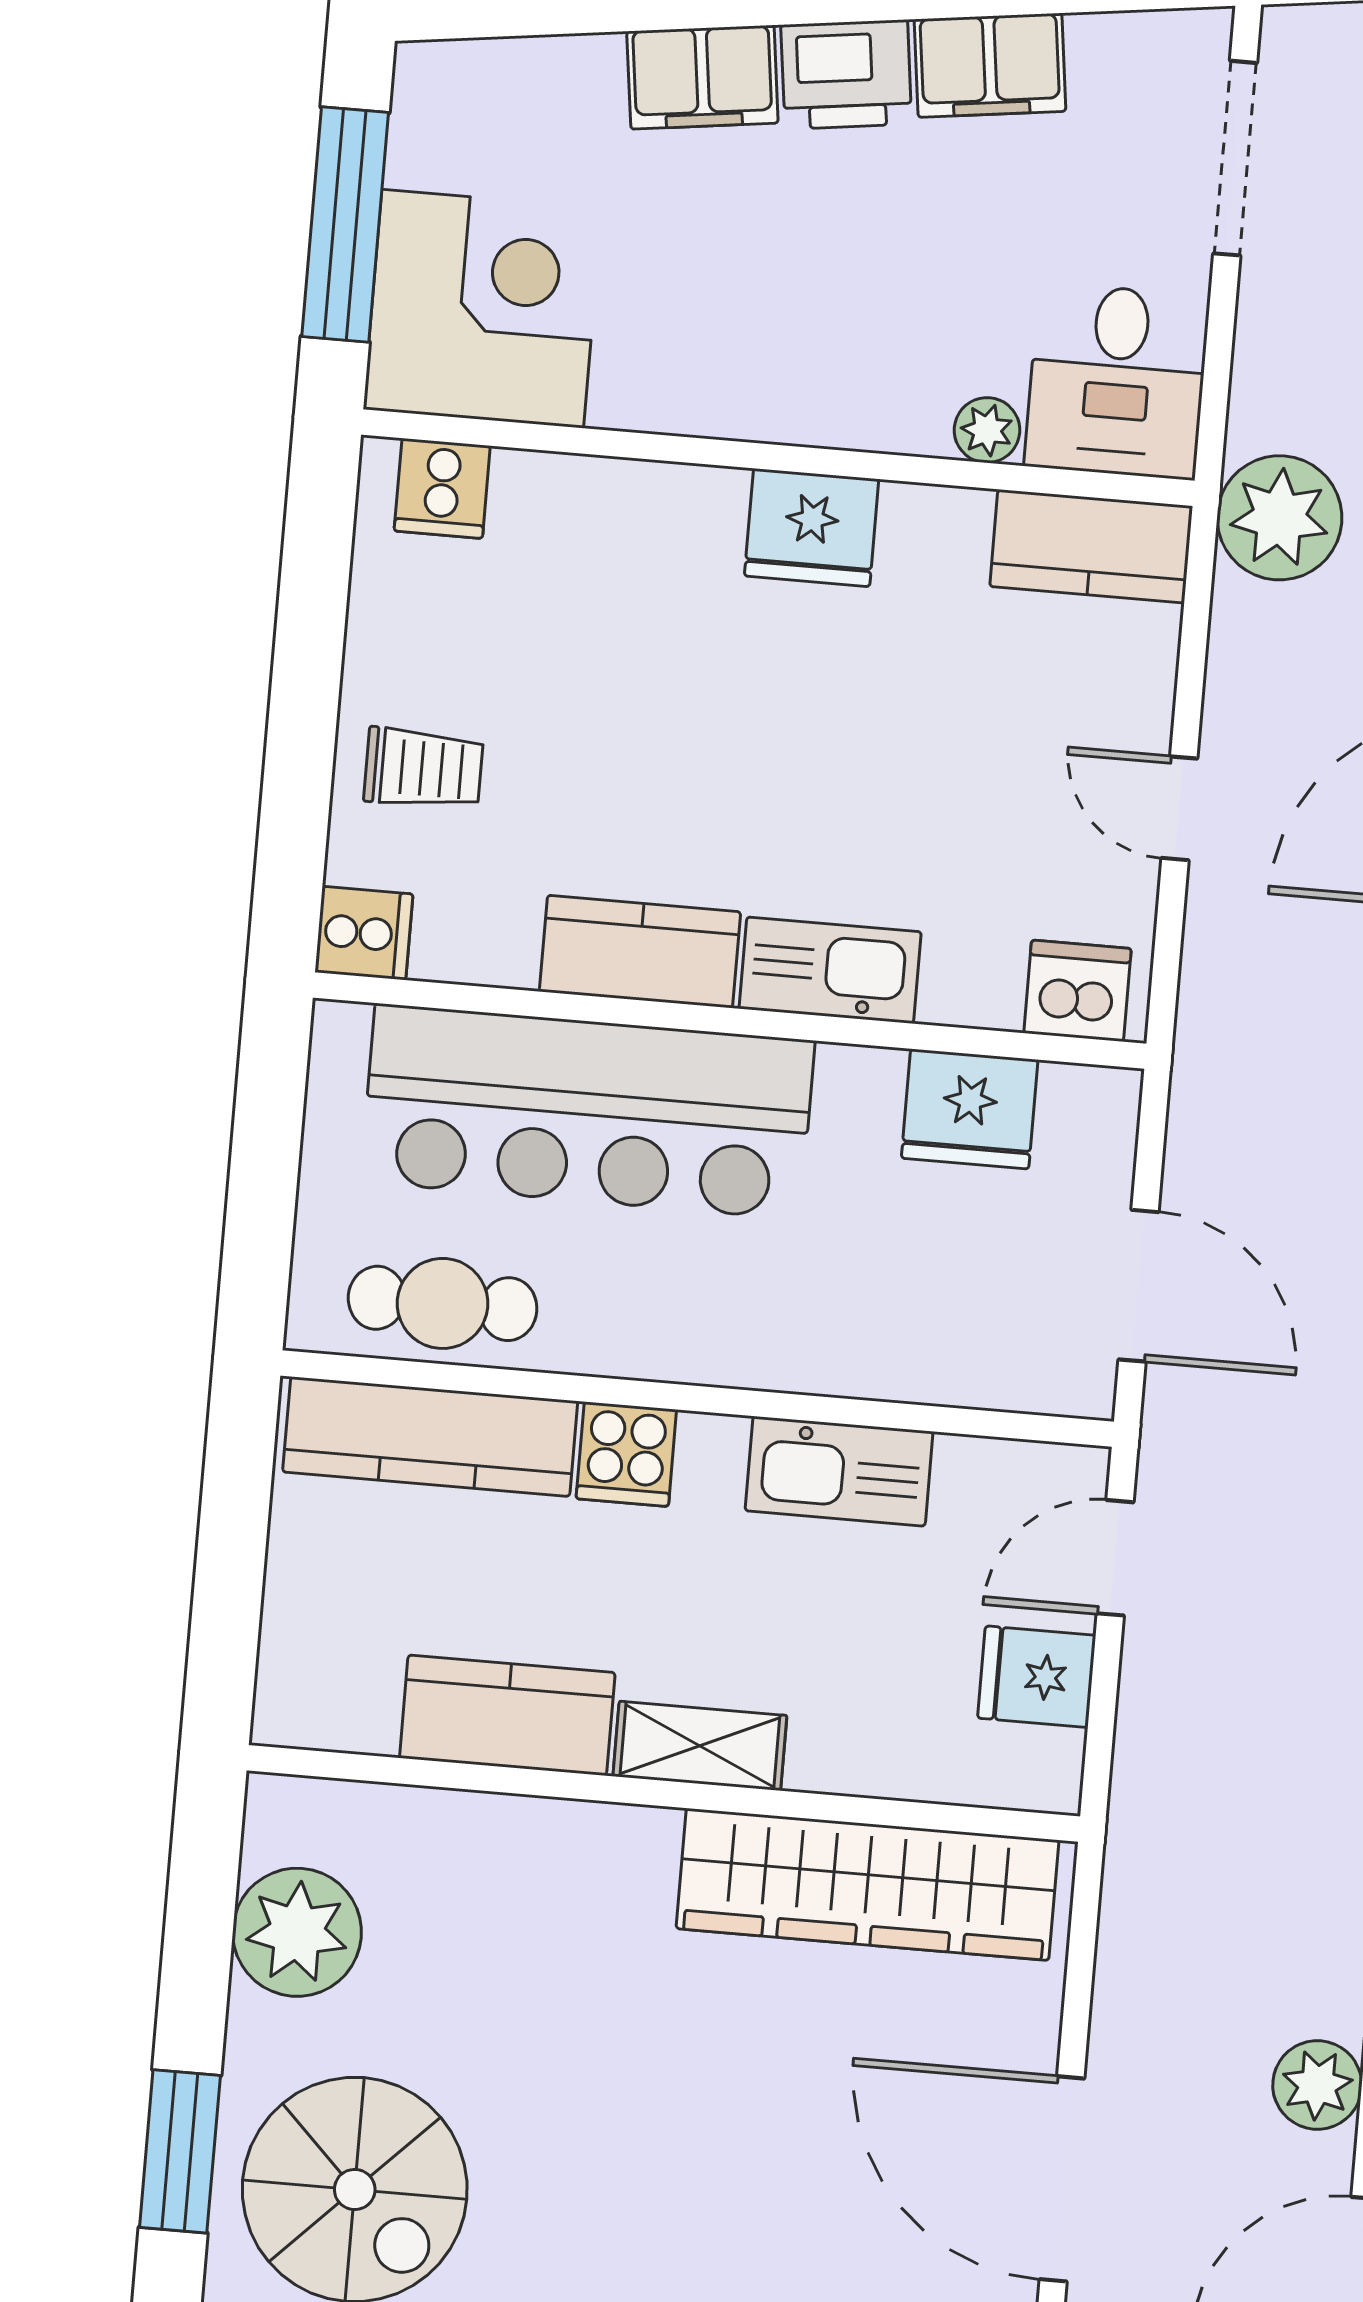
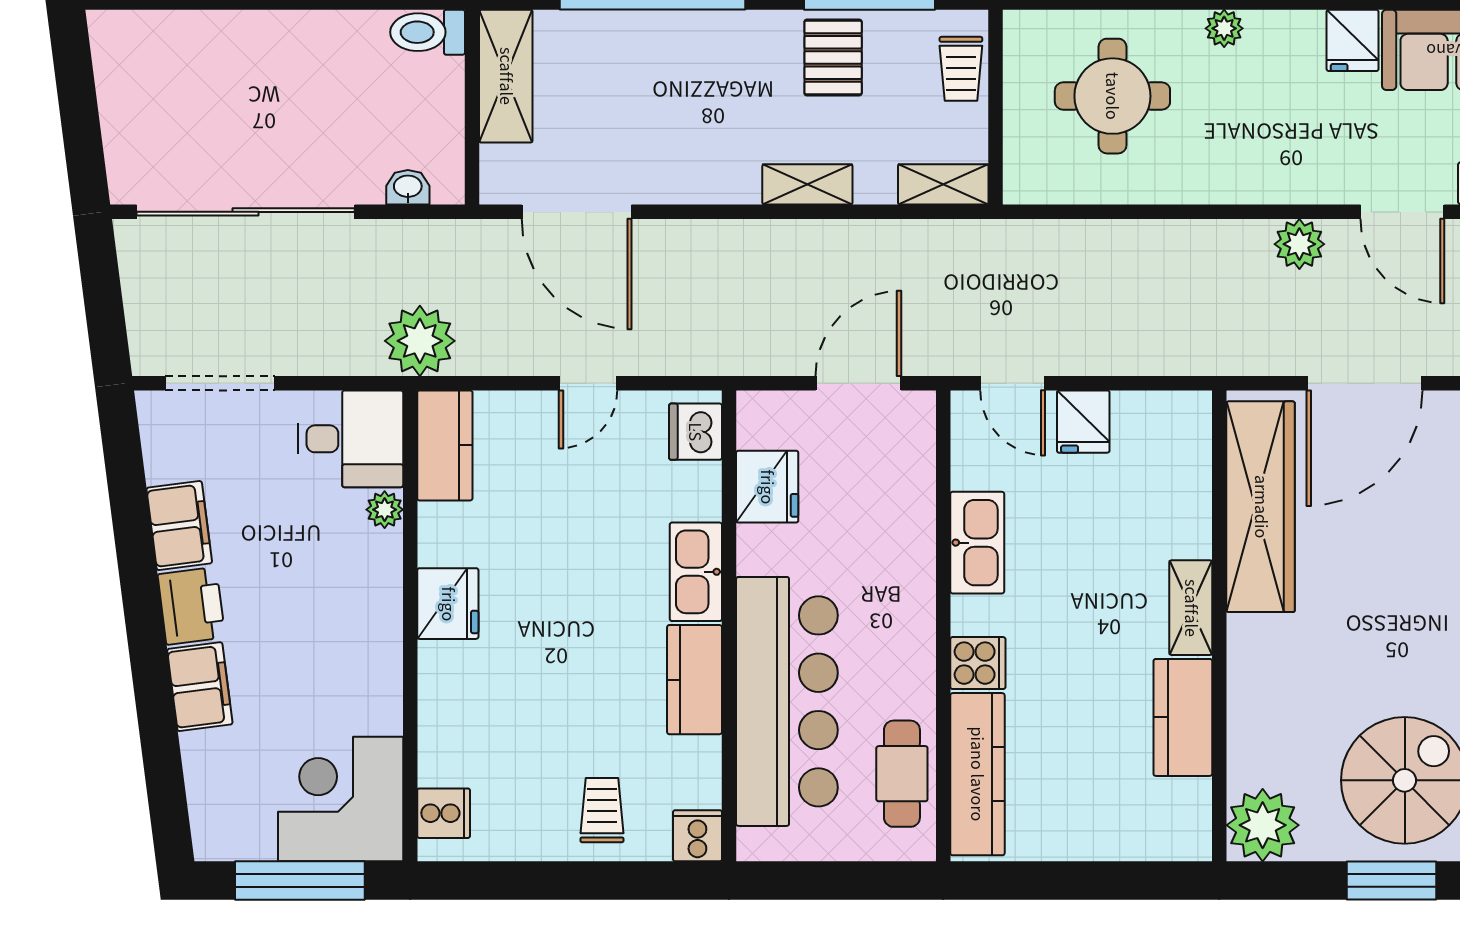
kitchen counter: (507, 1715) -> (1183, 717), moved
shelving: (700, 1746) -> (1191, 608), moved
wall: (663, 1793) -> (1219, 626), moved
wardrobe: (867, 1884) -> (1261, 507), moved

